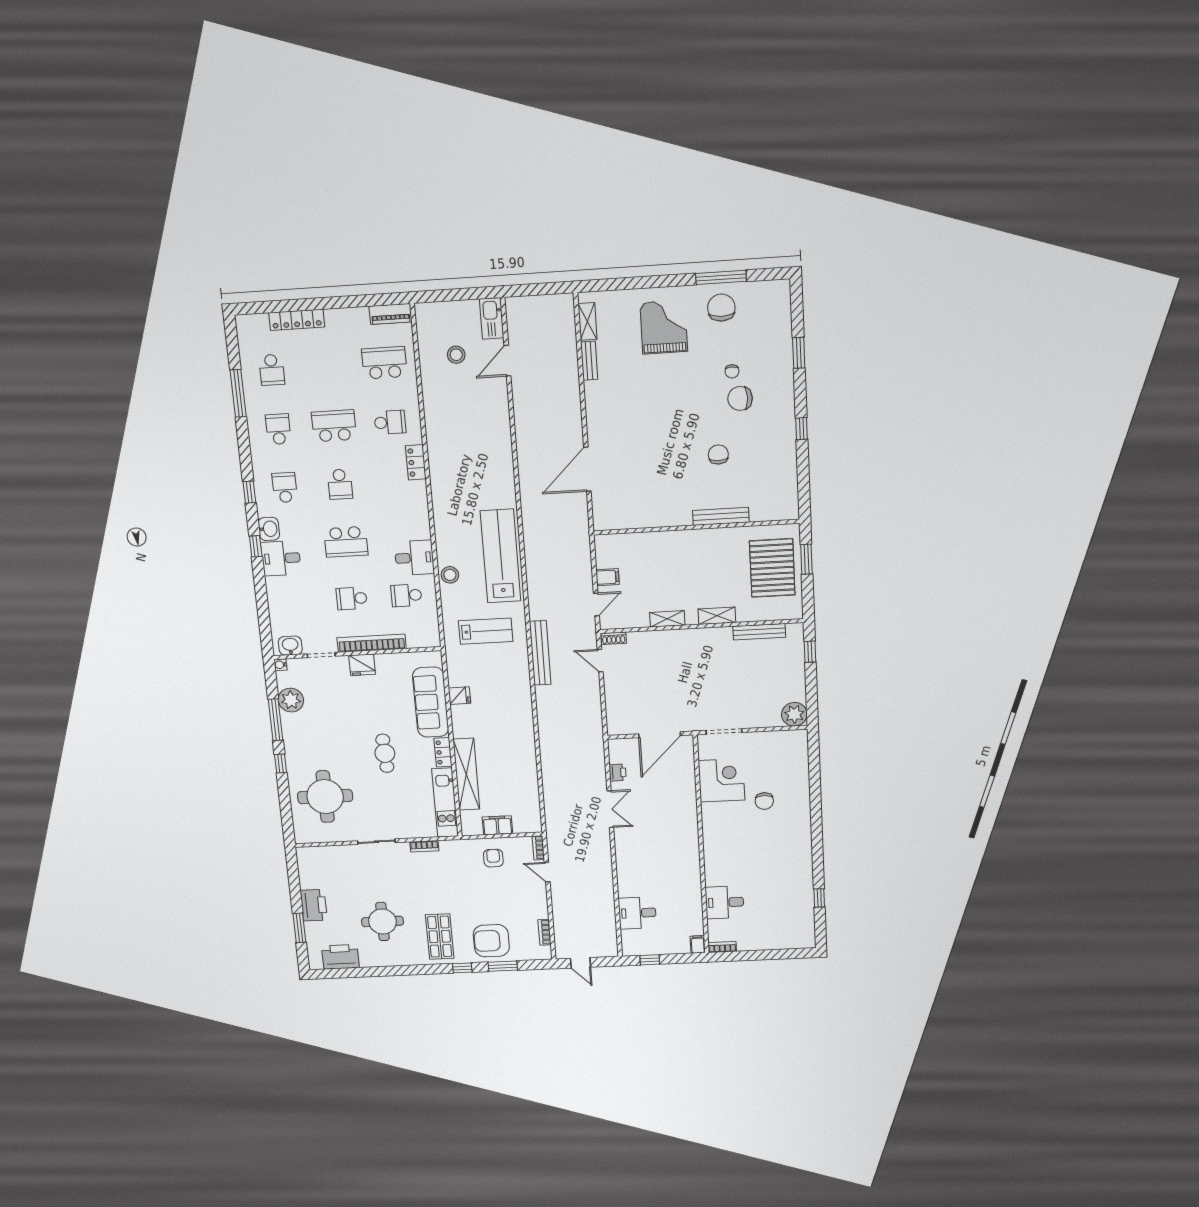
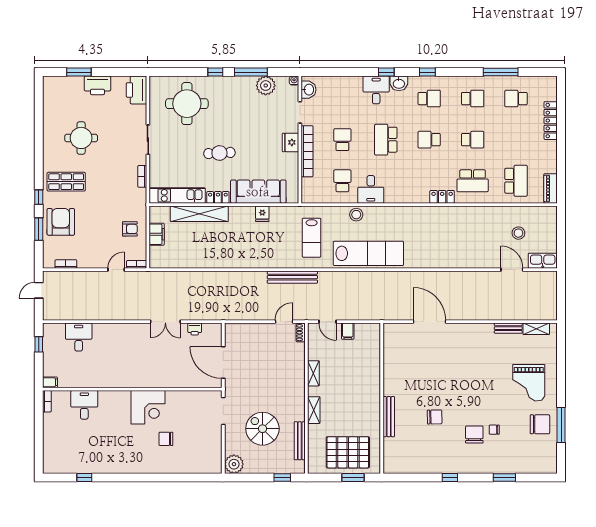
grand piano: (664, 327) -> (529, 383), turned 90
school desk: (390, 422) -> (473, 181), width x1.85
school desk: (334, 426) -> (473, 140), width x0.54
spiral stairs: (745, 680) -> (262, 429), added
corner desk: (722, 780) -> (148, 407), moved
printer: (340, 957) -> (136, 90), moved, turned 180

